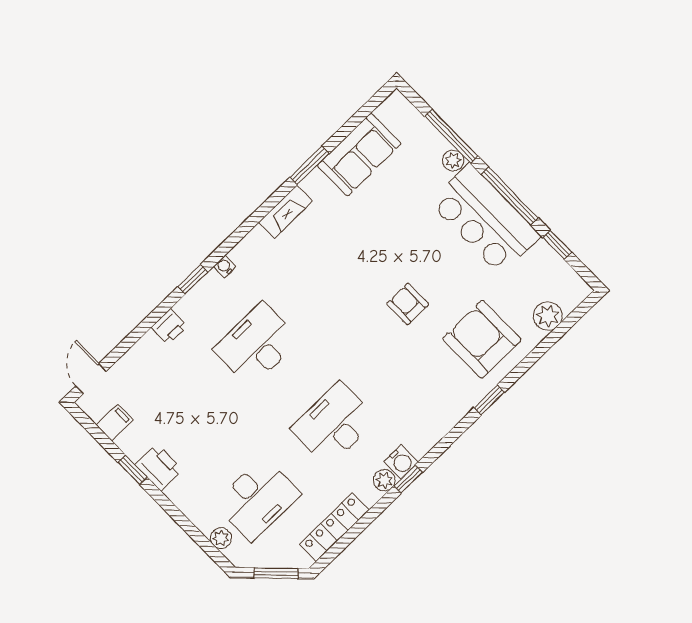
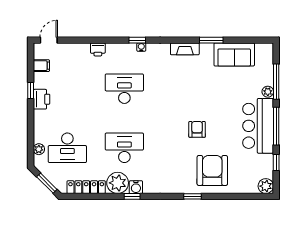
window: (193, 279) -> (137, 40), moved
plant: (548, 316) -> (266, 186), moved
plant: (384, 480) -> (118, 183), width x1.88, depth x1.88

